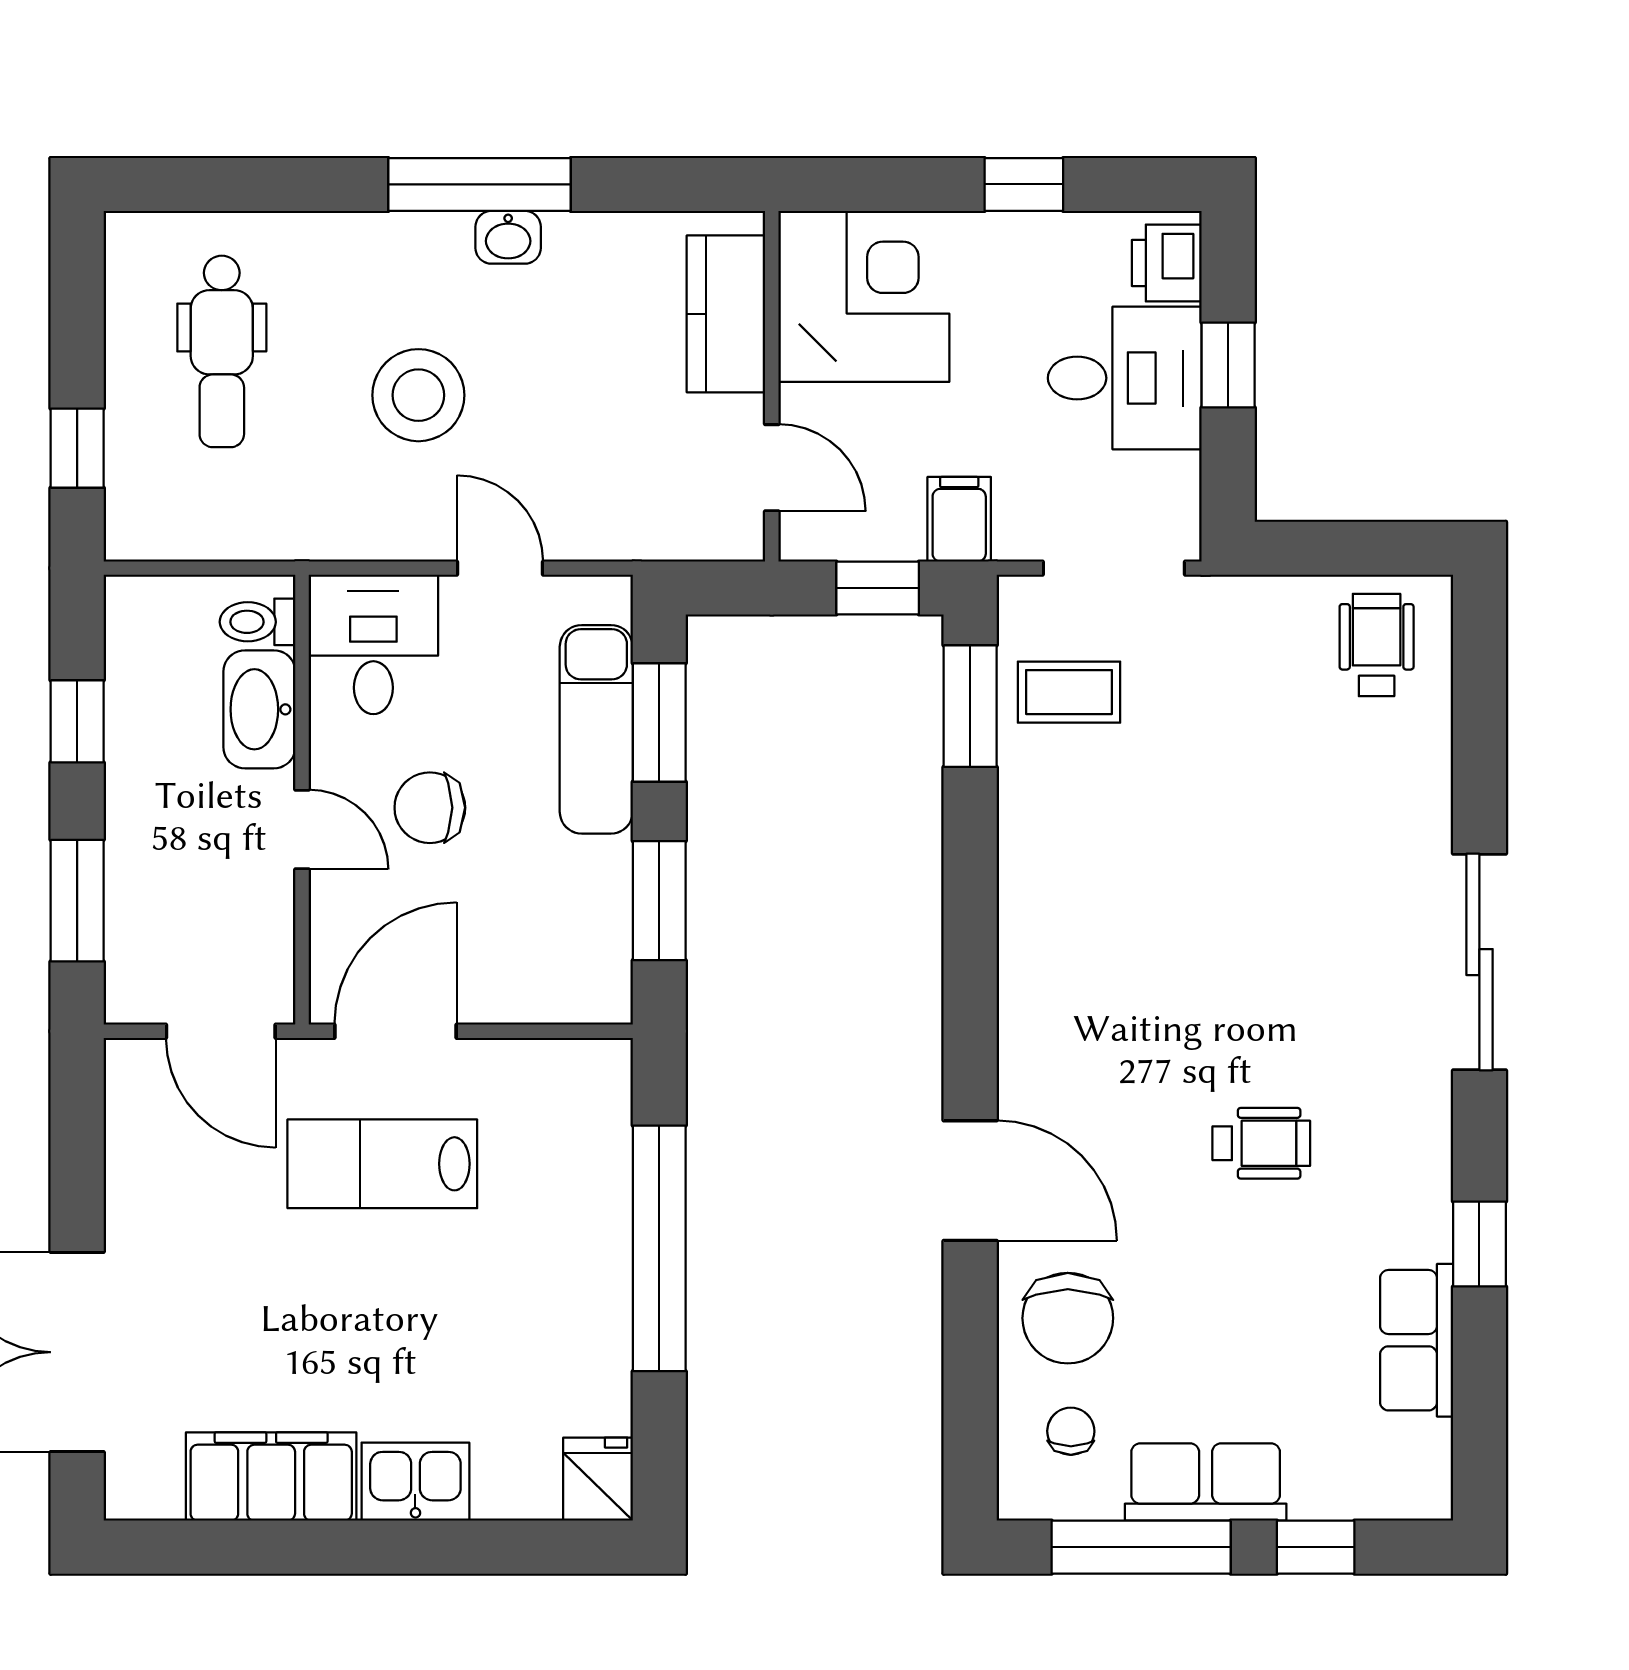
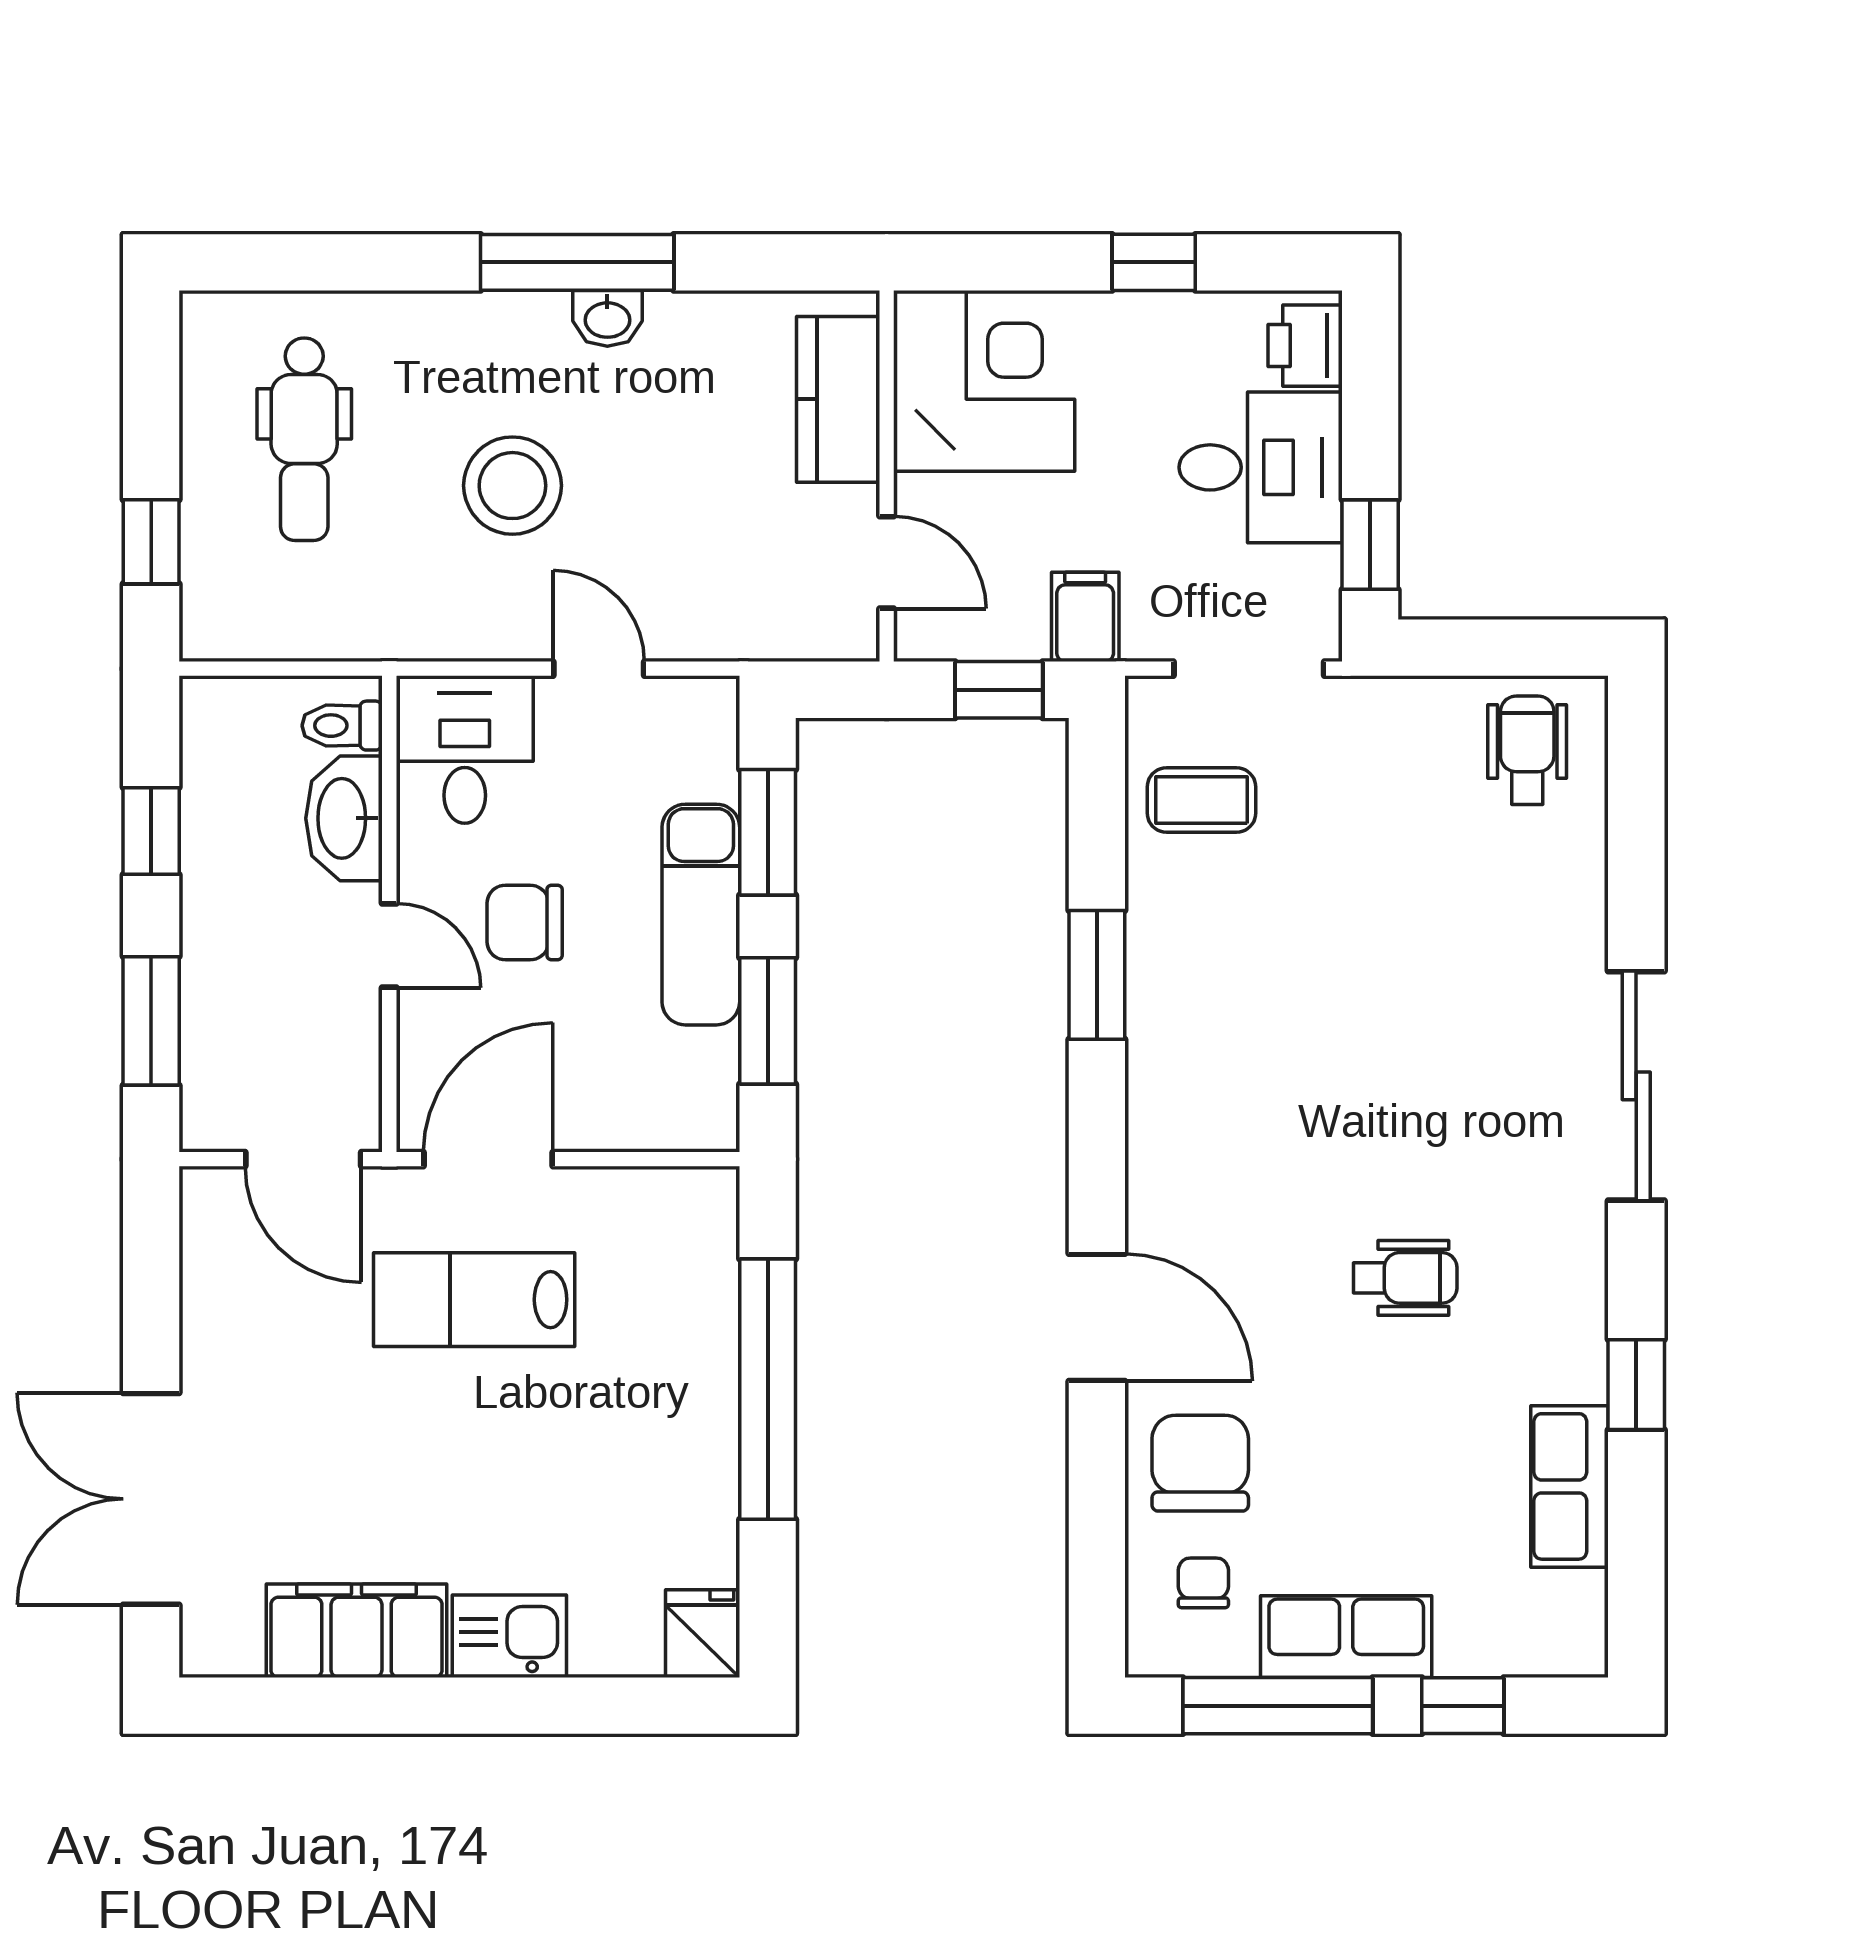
window: (1228, 365) -> (1370, 545), moved
window: (970, 706) -> (1097, 975), moved
exam couch: (596, 729) -> (701, 915), moved
chair: (1068, 1318) -> (1200, 1463), turned 180

